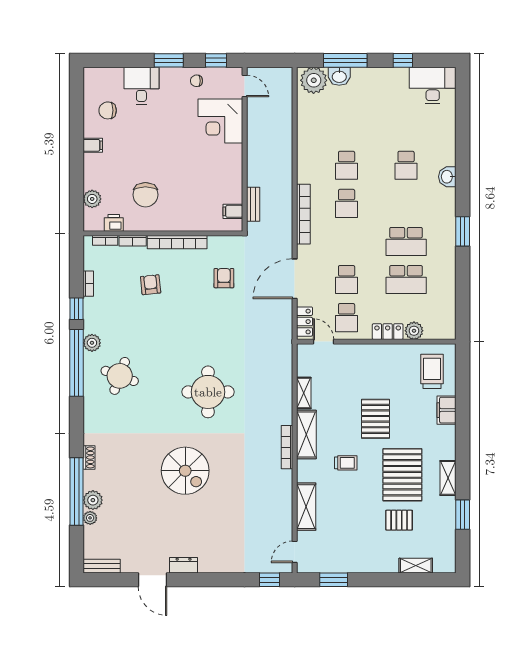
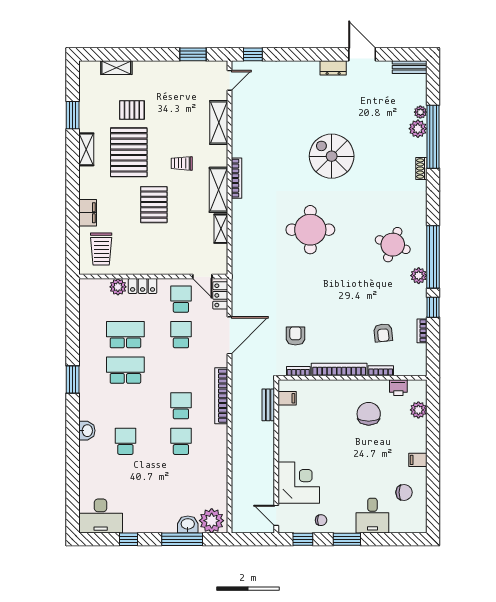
bookcase: (105, 240) -> (298, 371), moved
armchair: (224, 278) -> (295, 336), turned 180
armchair: (151, 285) -> (383, 333), moved

